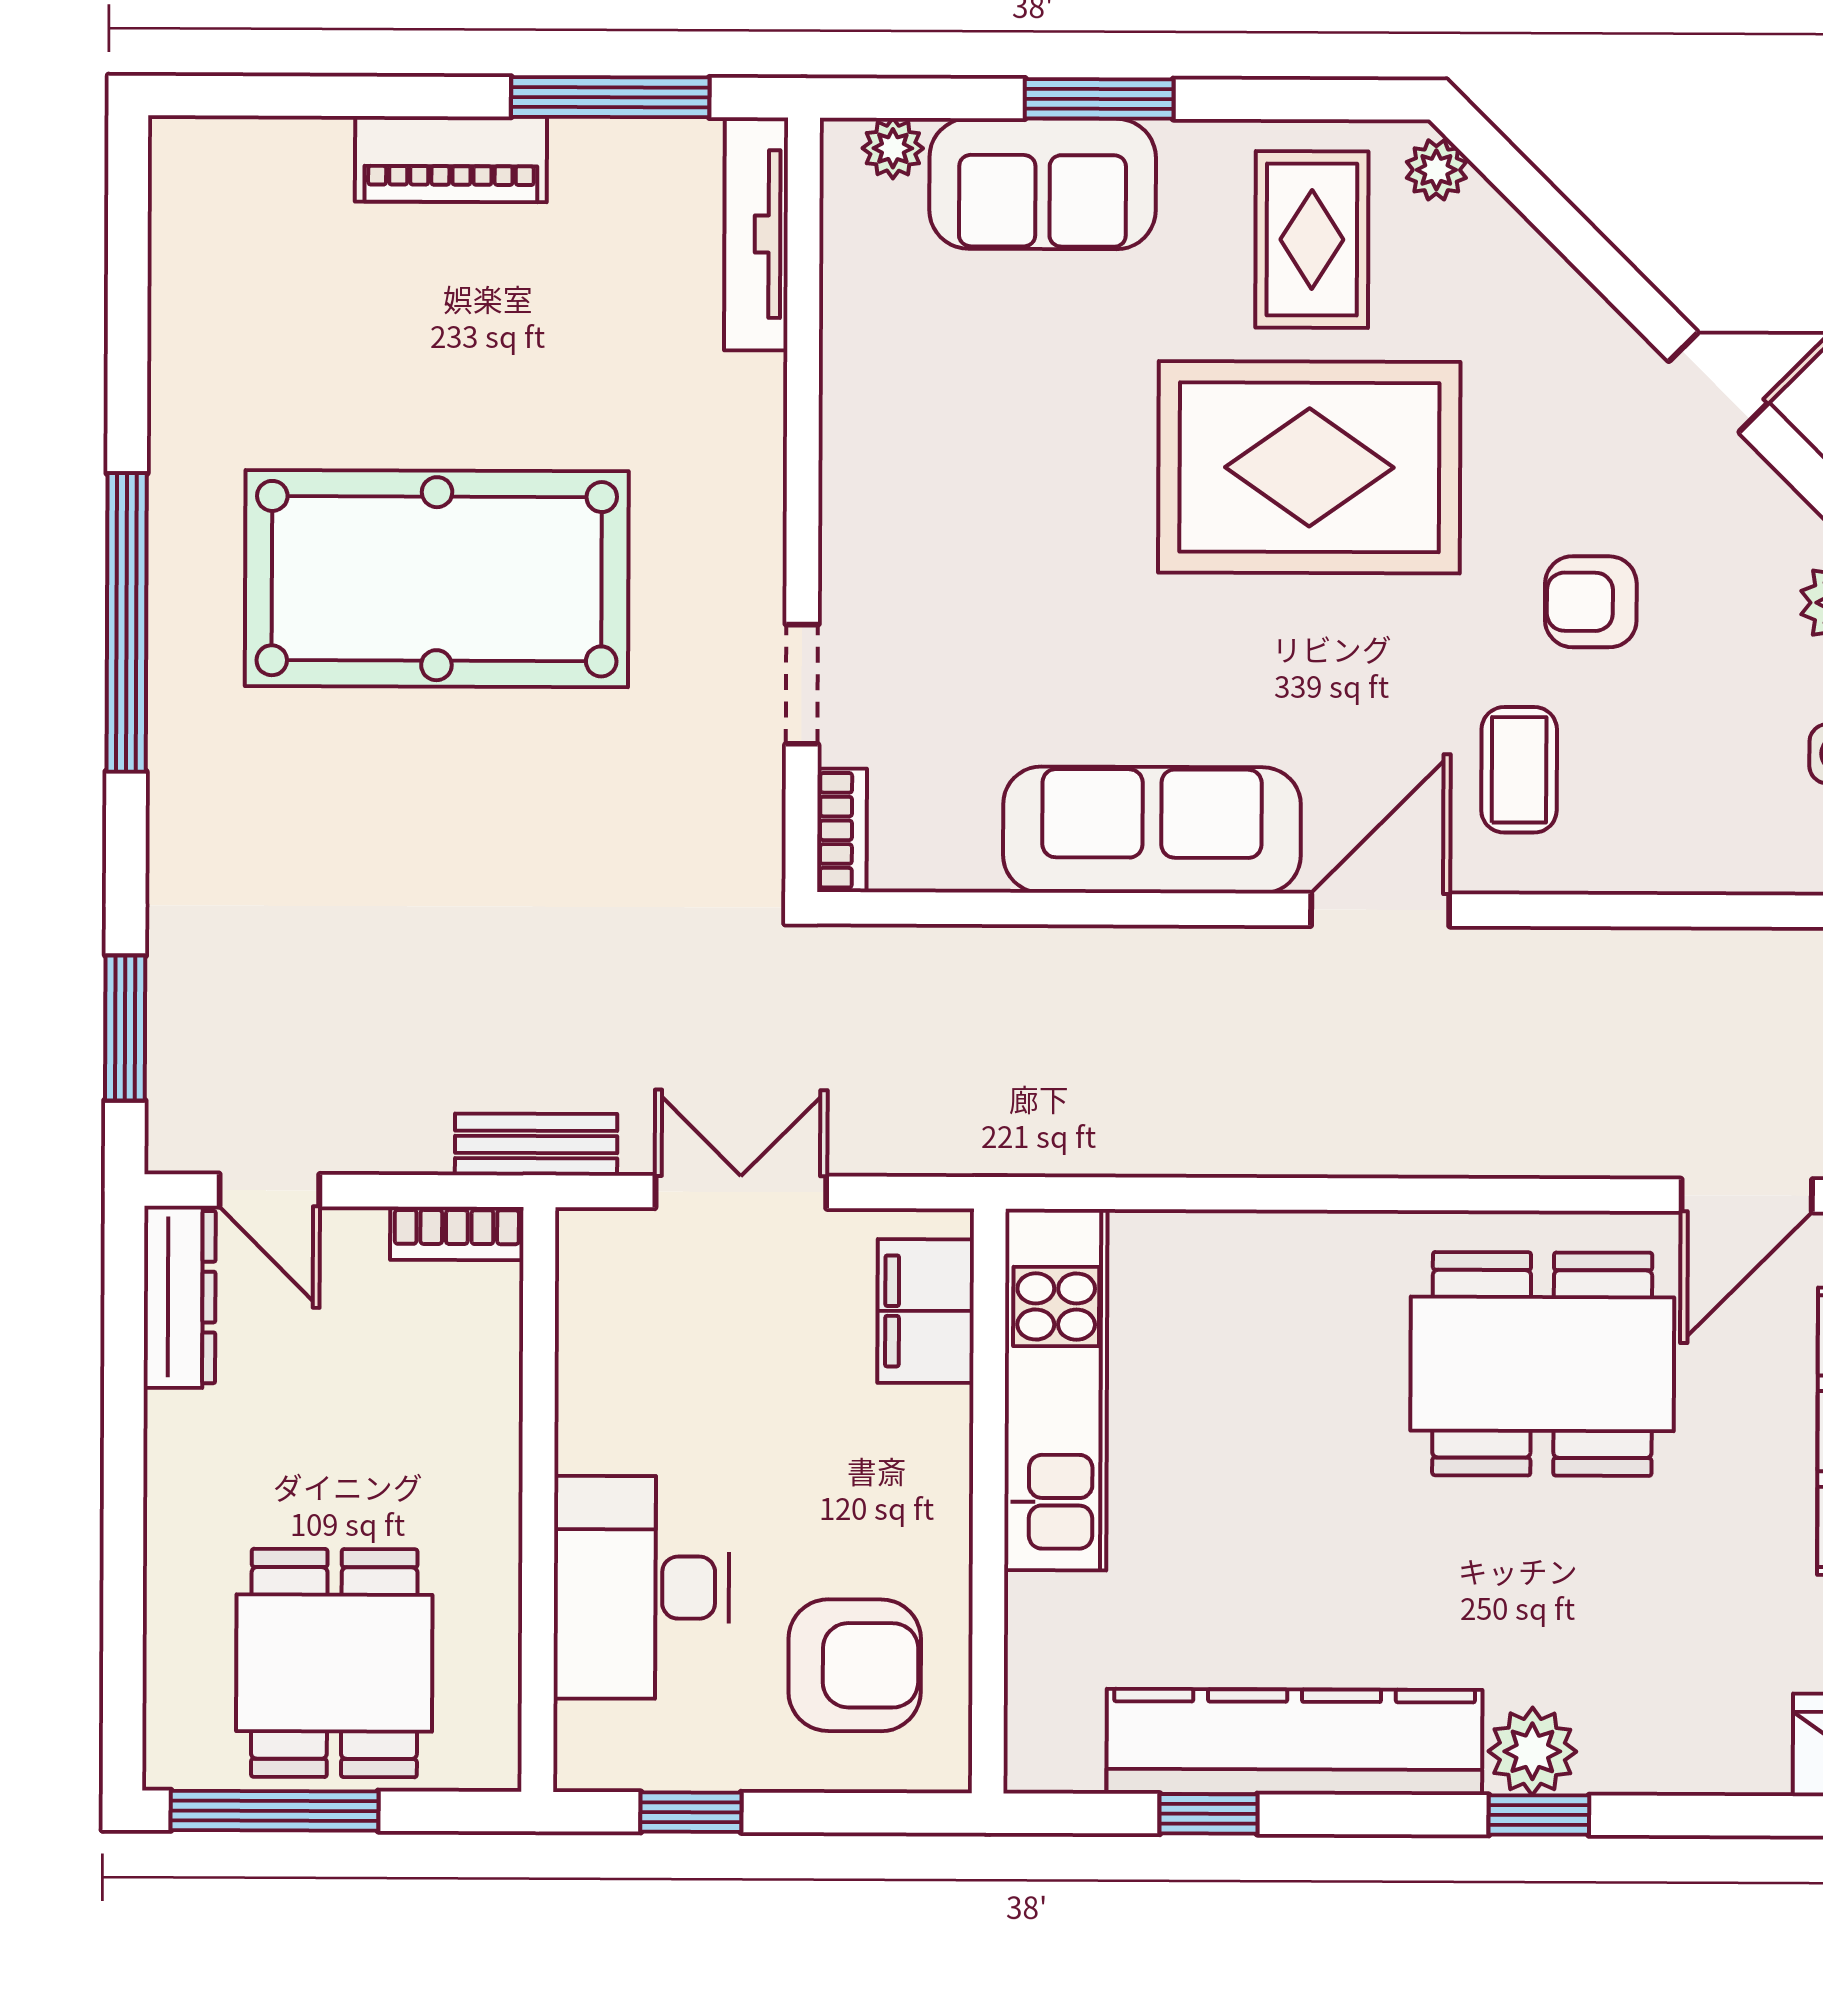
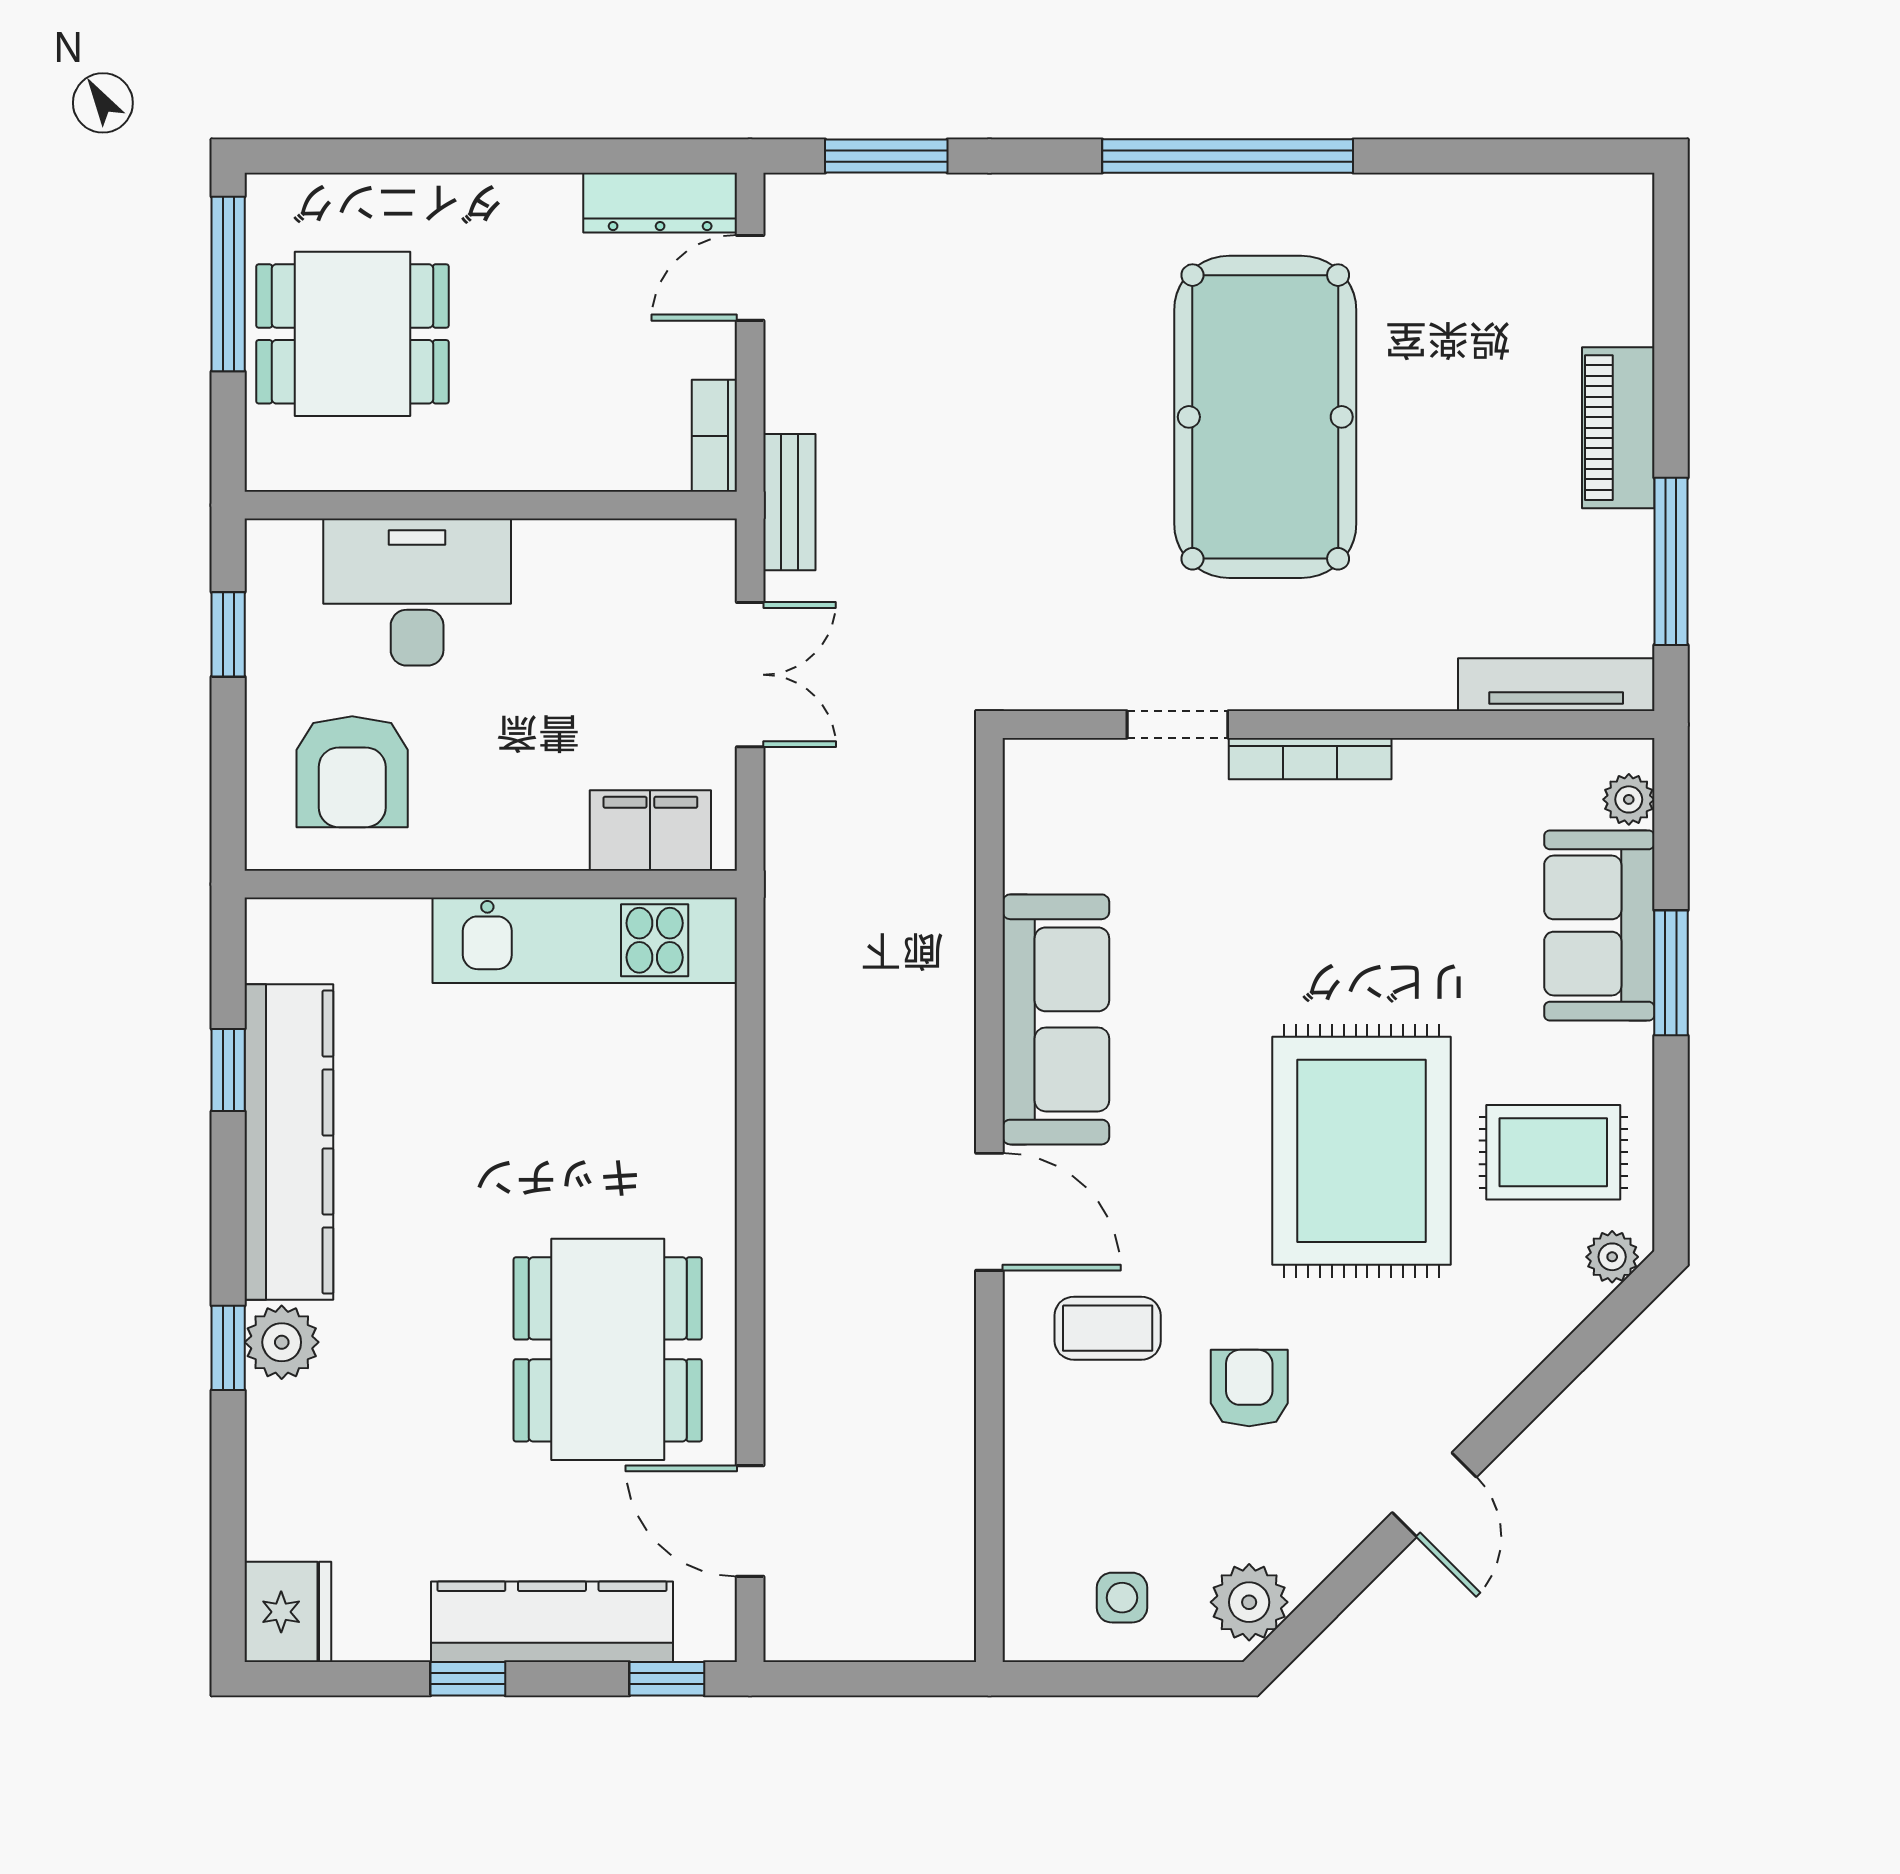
bookcase: (842, 830) -> (1310, 759), moved, width x1.56

